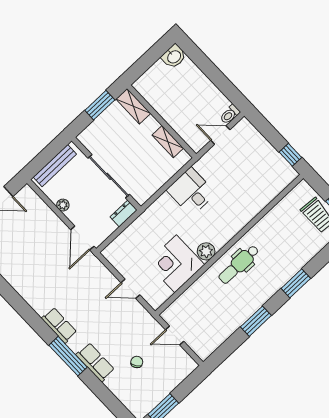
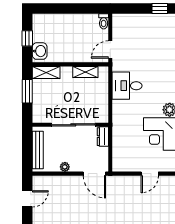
washbasin: (174, 56) -> (40, 51), moved
window: (148, 59) -> (27, 38), added
door: (220, 135) -> (110, 50), moved

